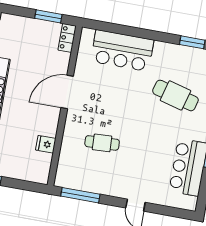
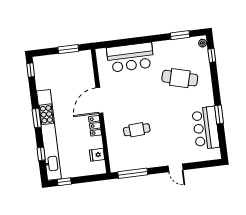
locker: (67, 38) -> (95, 126), moved
fridge: (46, 144) -> (97, 155), moved

